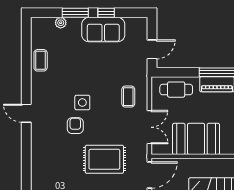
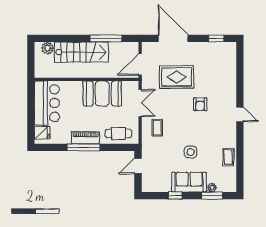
window: (75, 13) -> (212, 196), moved
sofa: (103, 30) -> (189, 182), moved
side table: (82, 103) -> (191, 152), moved
double door: (149, 127) -> (140, 103), swing flipped

